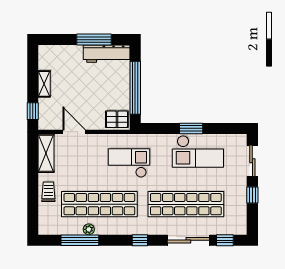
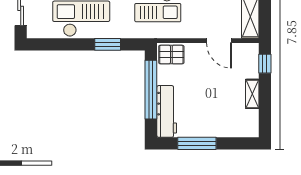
workbench: (107, 54) -> (167, 111), moved, turned 90
window: (191, 128) -> (108, 44), moved

